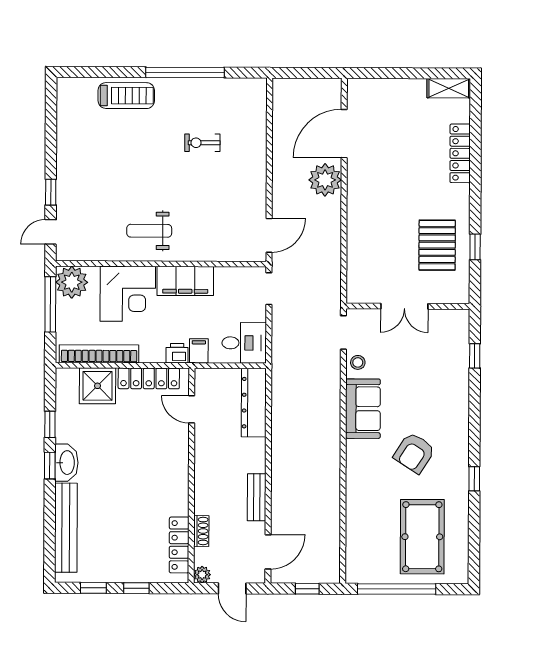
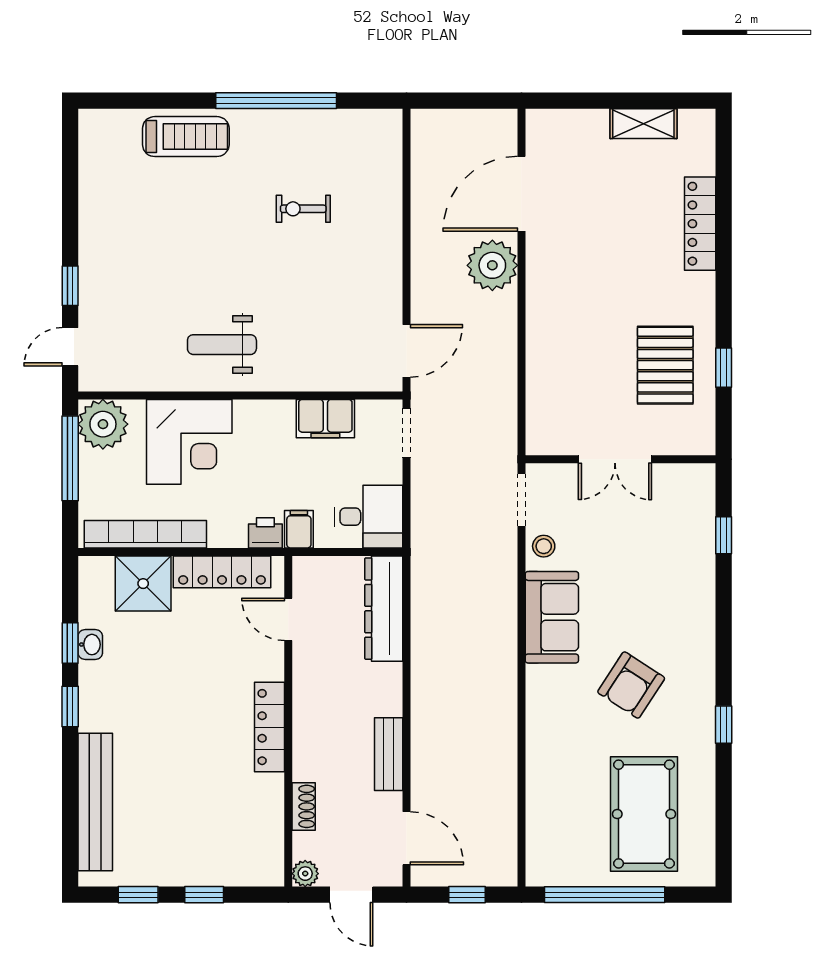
shelving: (449, 88) -> (643, 124), moved
filing cabinet: (185, 281) -> (325, 419), moved, width x0.67, depth x0.86
washbasin: (66, 463) -> (90, 645), moved, width x0.52, depth x0.69
locker: (179, 545) -> (270, 727), moved
door: (268, 552) -> (406, 838), hinge flipped

